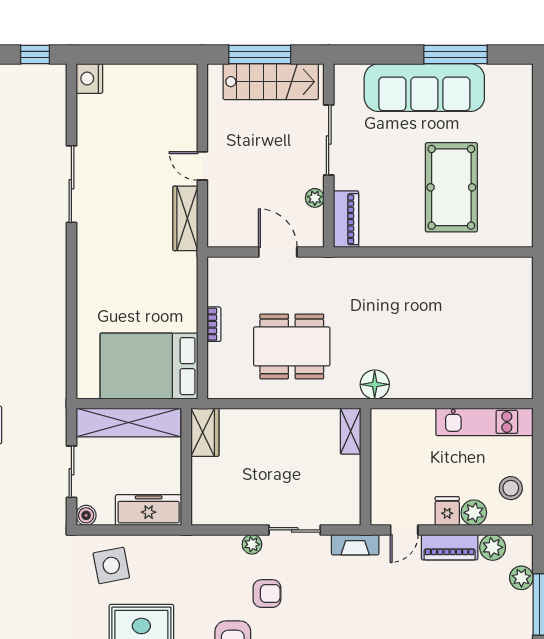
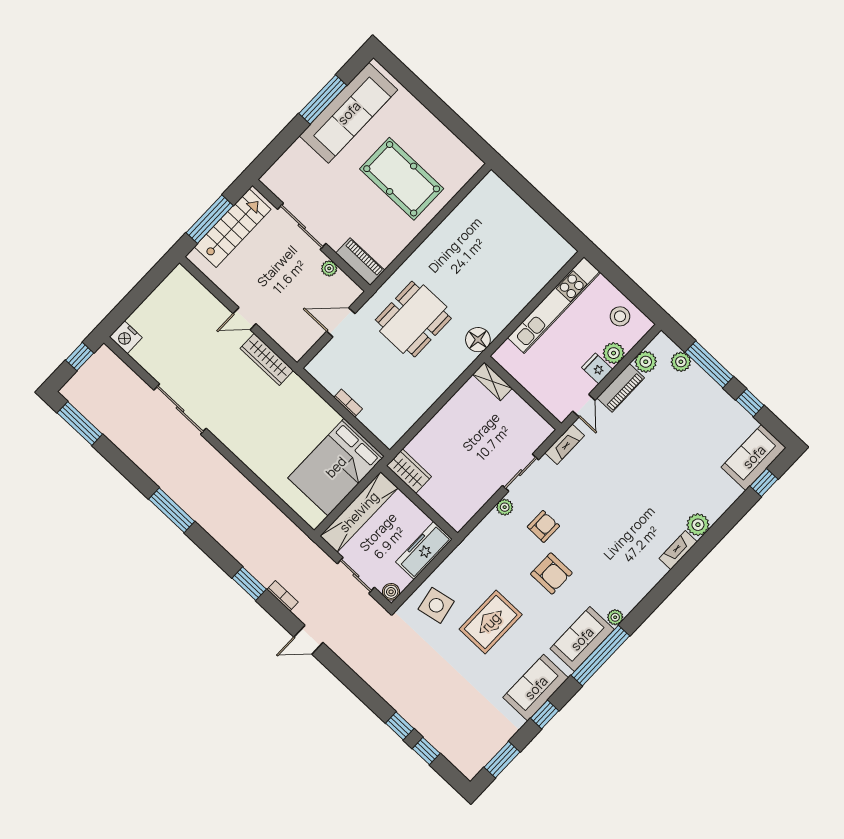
sofa: (424, 88) -> (349, 113), moved
dining table: (292, 346) -> (413, 319), moved
kitchen unit: (484, 422) -> (554, 305), width x1.36

